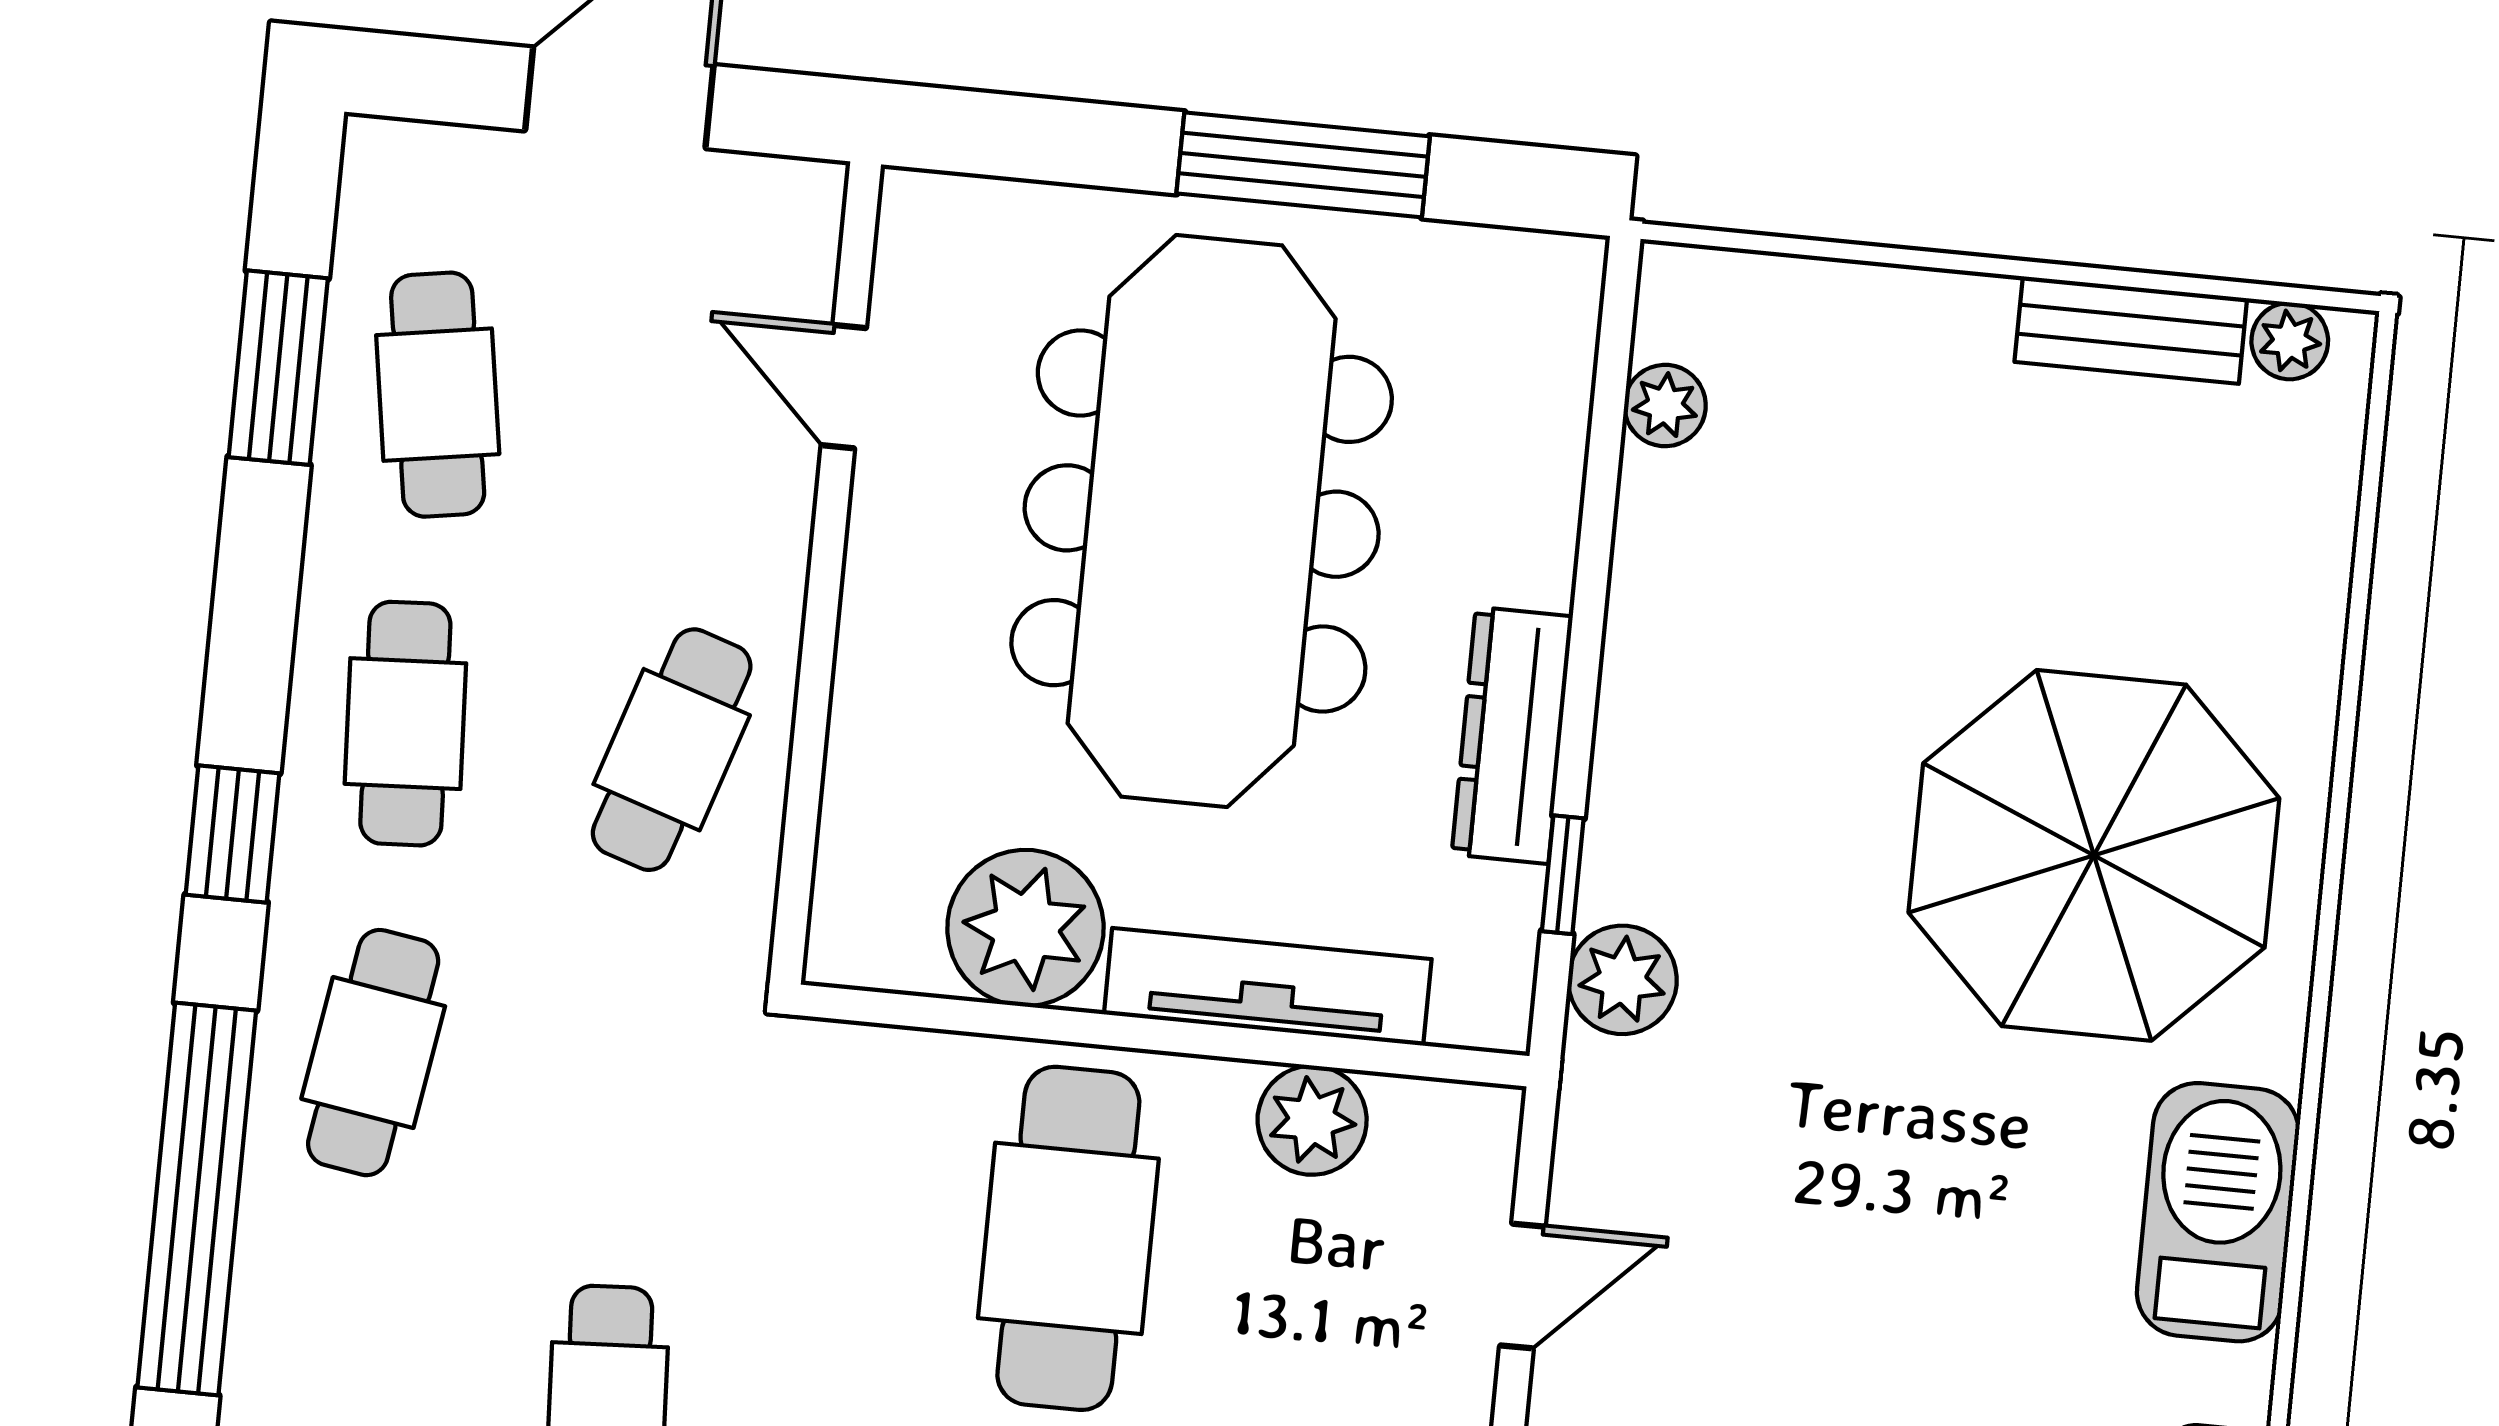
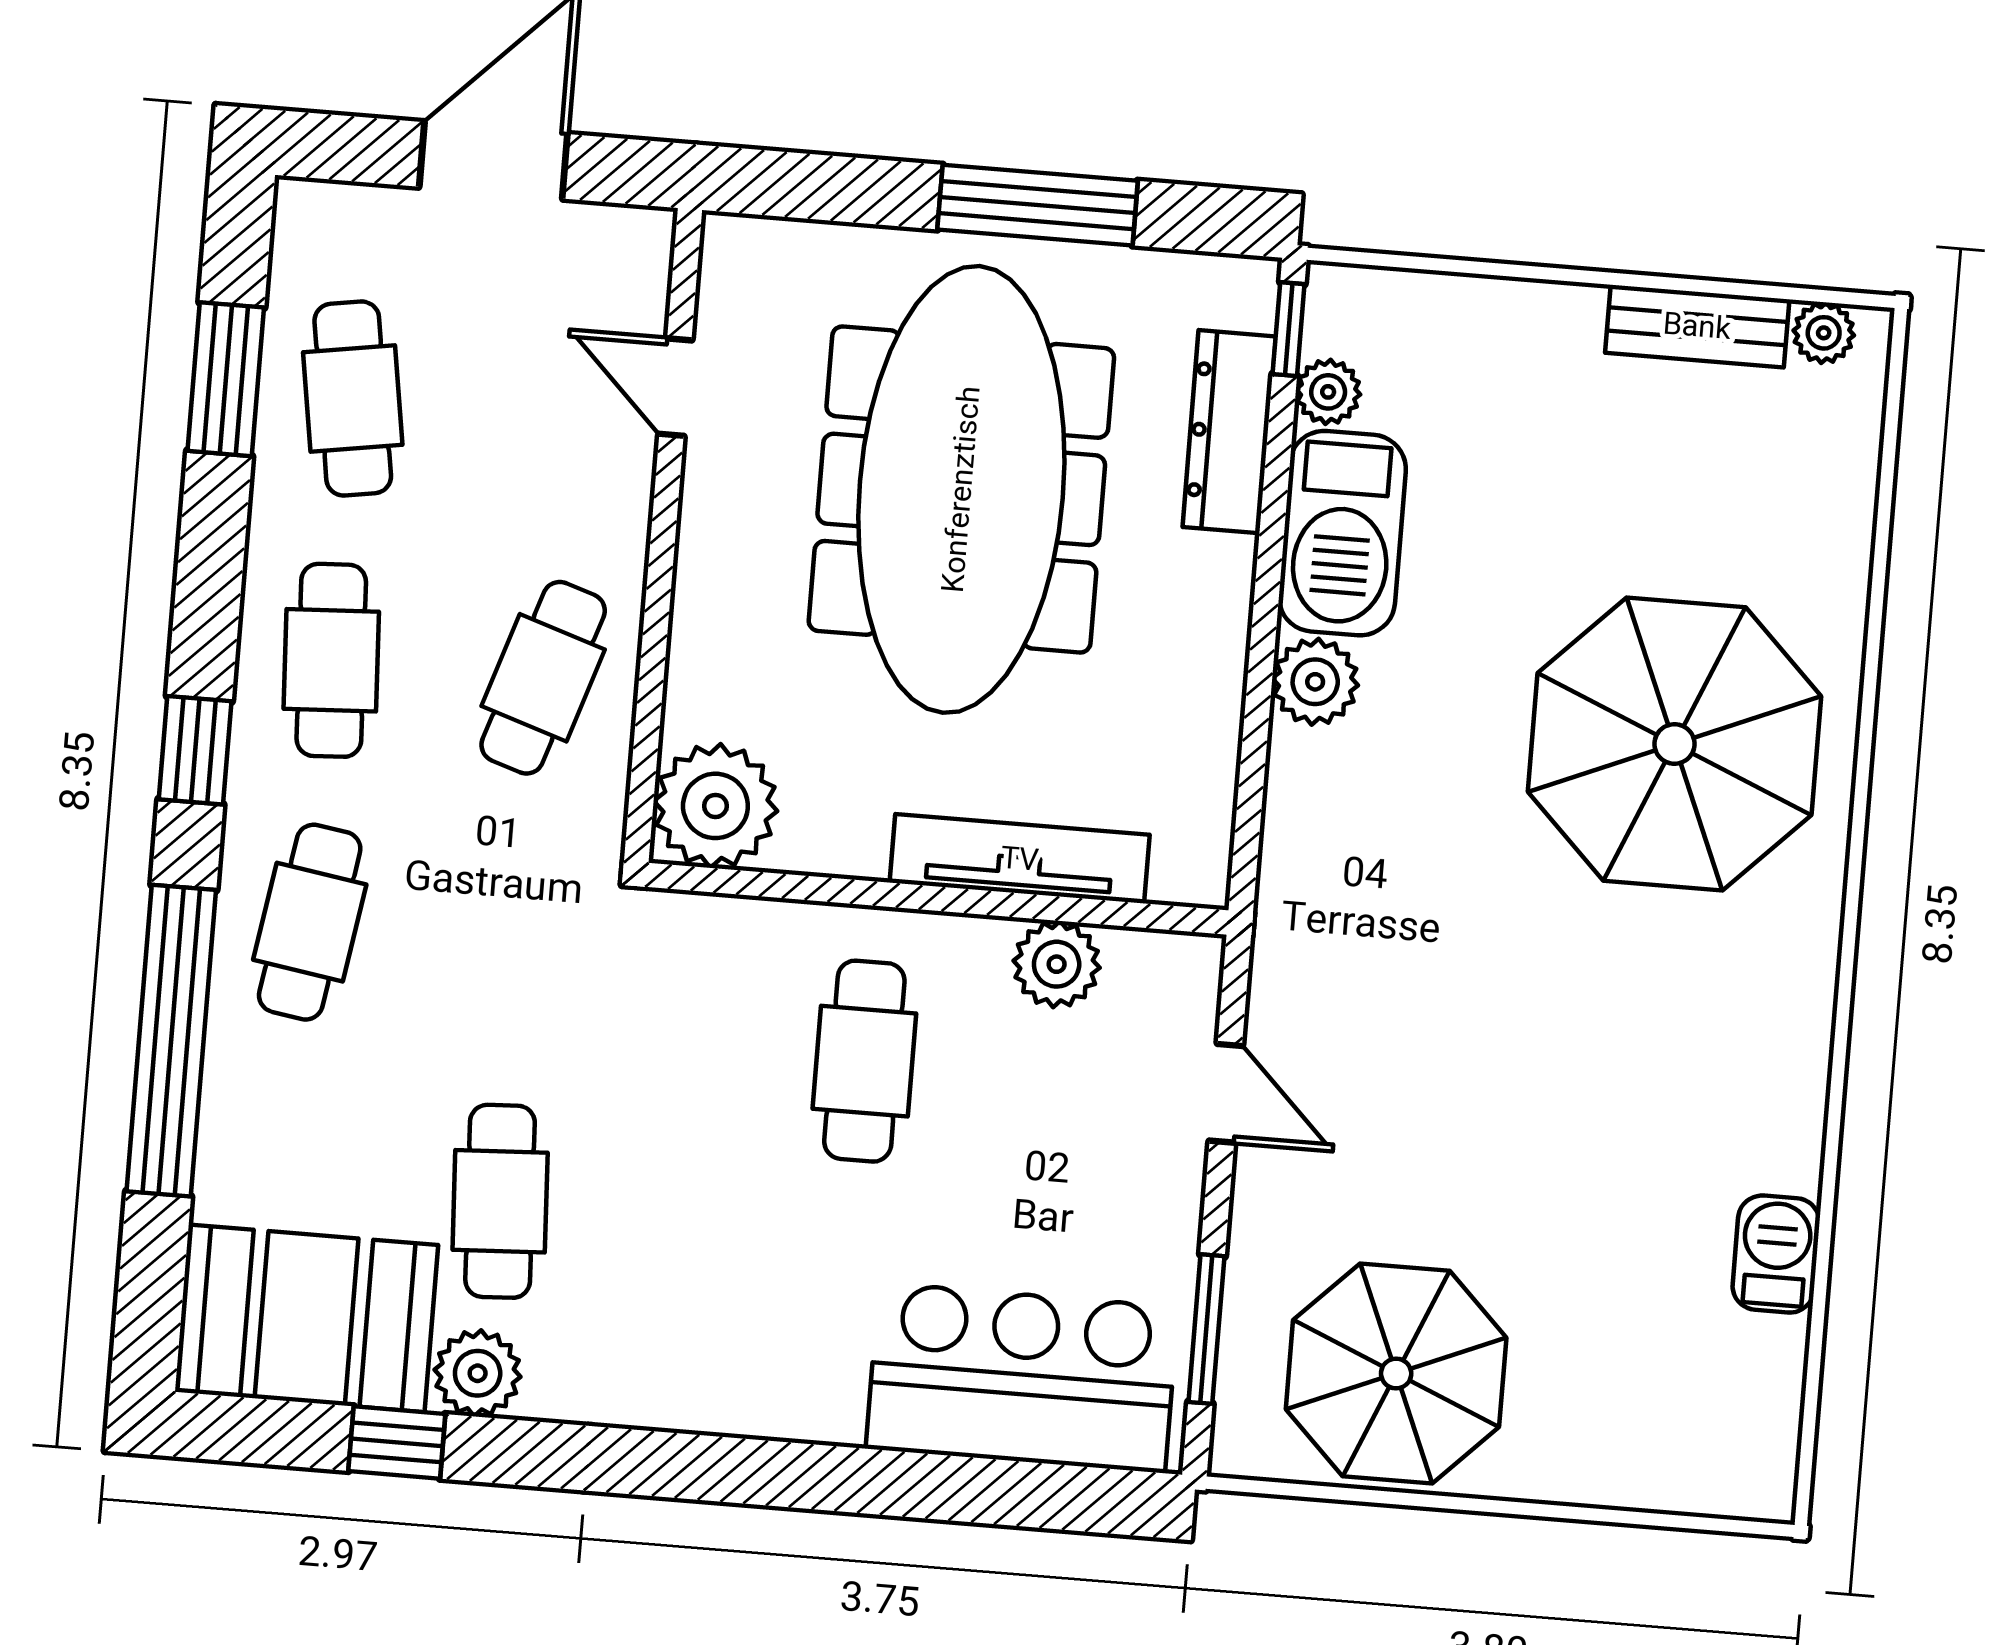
dresser: (1512, 735) -> (1229, 432), moved
window: (1563, 875) -> (1289, 329), moved
plant: (1025, 928) -> (715, 806), moved
plant: (1622, 980) -> (1315, 682), moved
barbecue: (2218, 1212) -> (1342, 533), moved, turned 180
cafe table: (1068, 1238) -> (864, 1061), width x0.73, depth x0.74
door: (1522, 1286) -> (1226, 1093), hinge flipped

